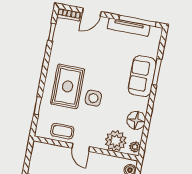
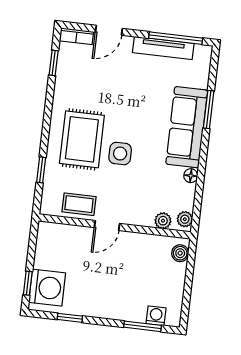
sofa: (142, 76) -> (187, 127), width x1.36
floor lamp: (136, 120) -> (191, 176), width x0.53, depth x0.53
plant: (116, 141) -> (163, 221), width x0.53, depth x0.53
door: (81, 147) -> (107, 225), hinge flipped

